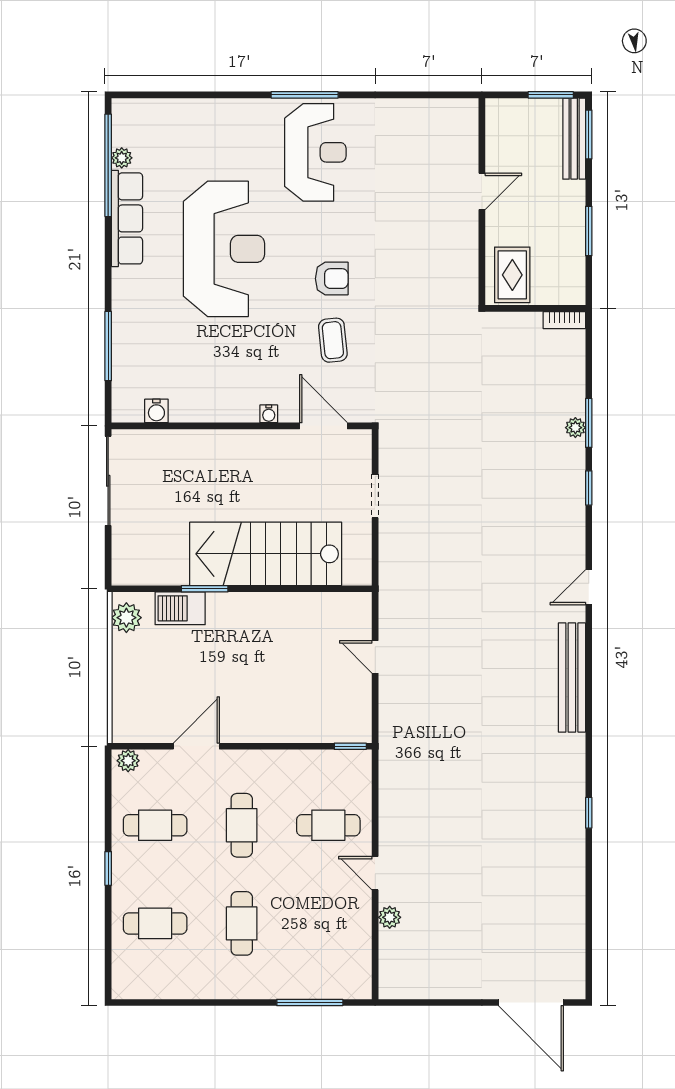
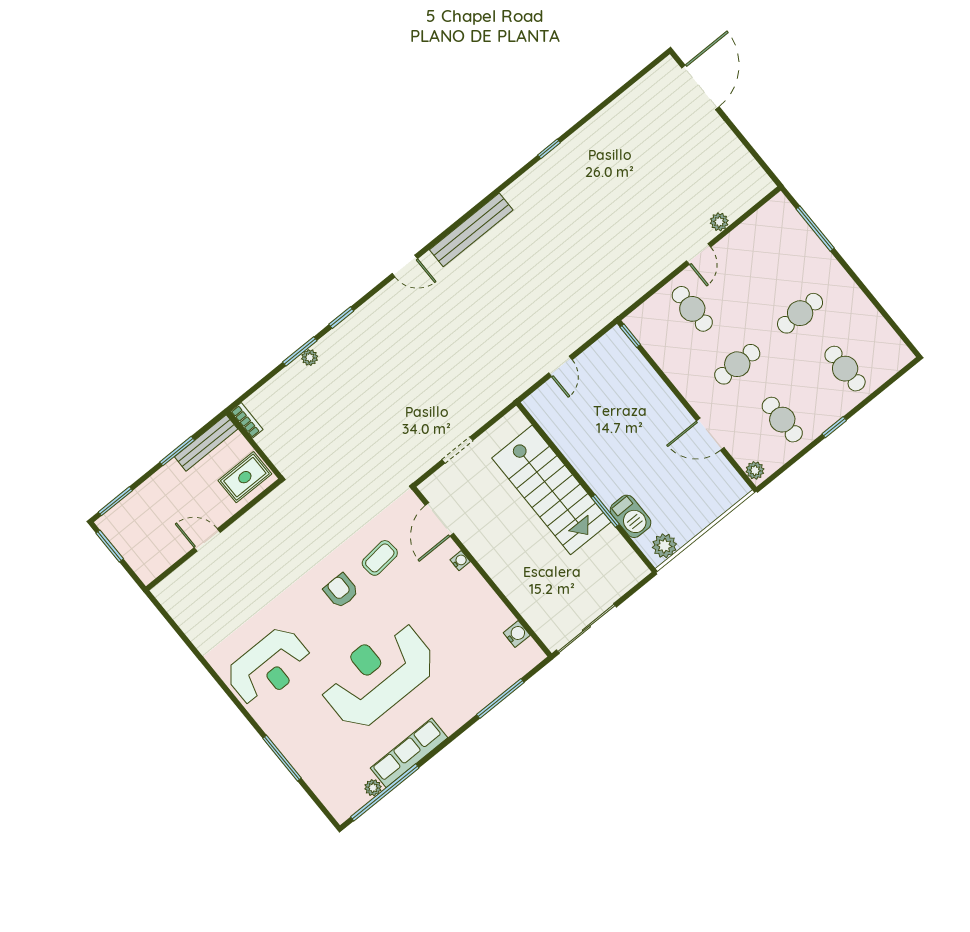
window: (305, 95) -> (282, 758), moved
bench: (574, 139) -> (206, 443), moved
reception desk: (315, 152) -> (269, 667), turned 180

